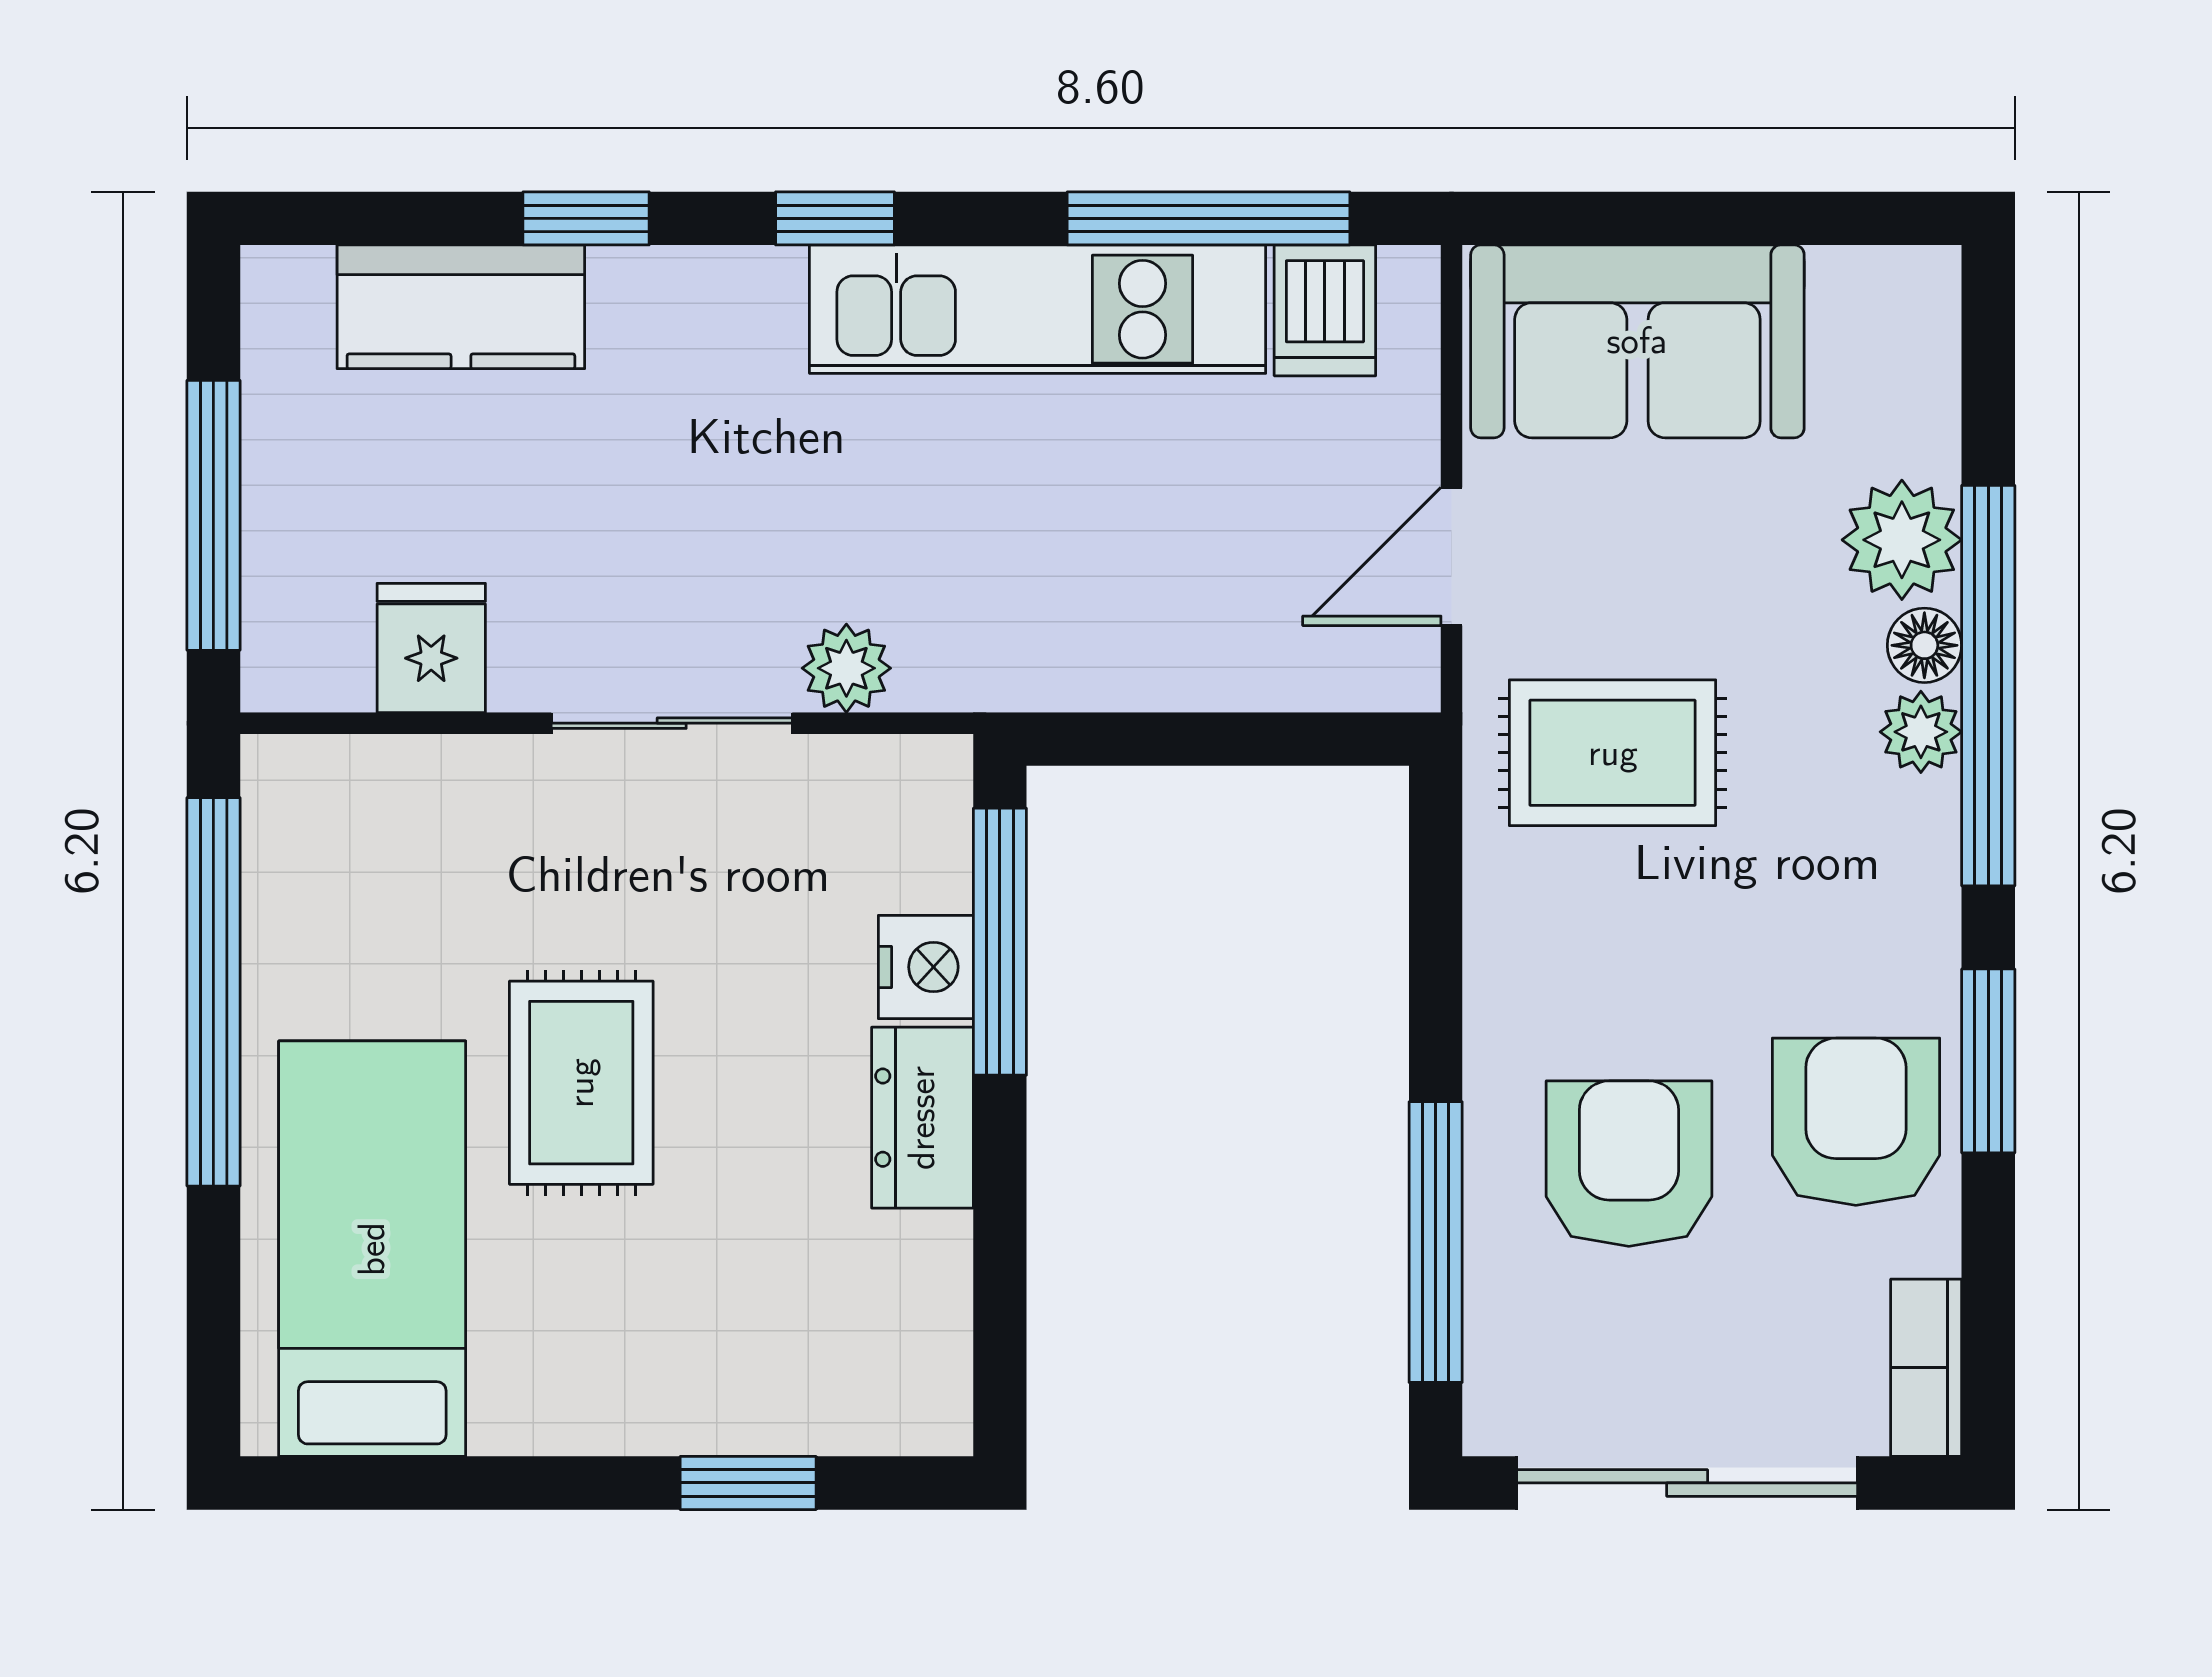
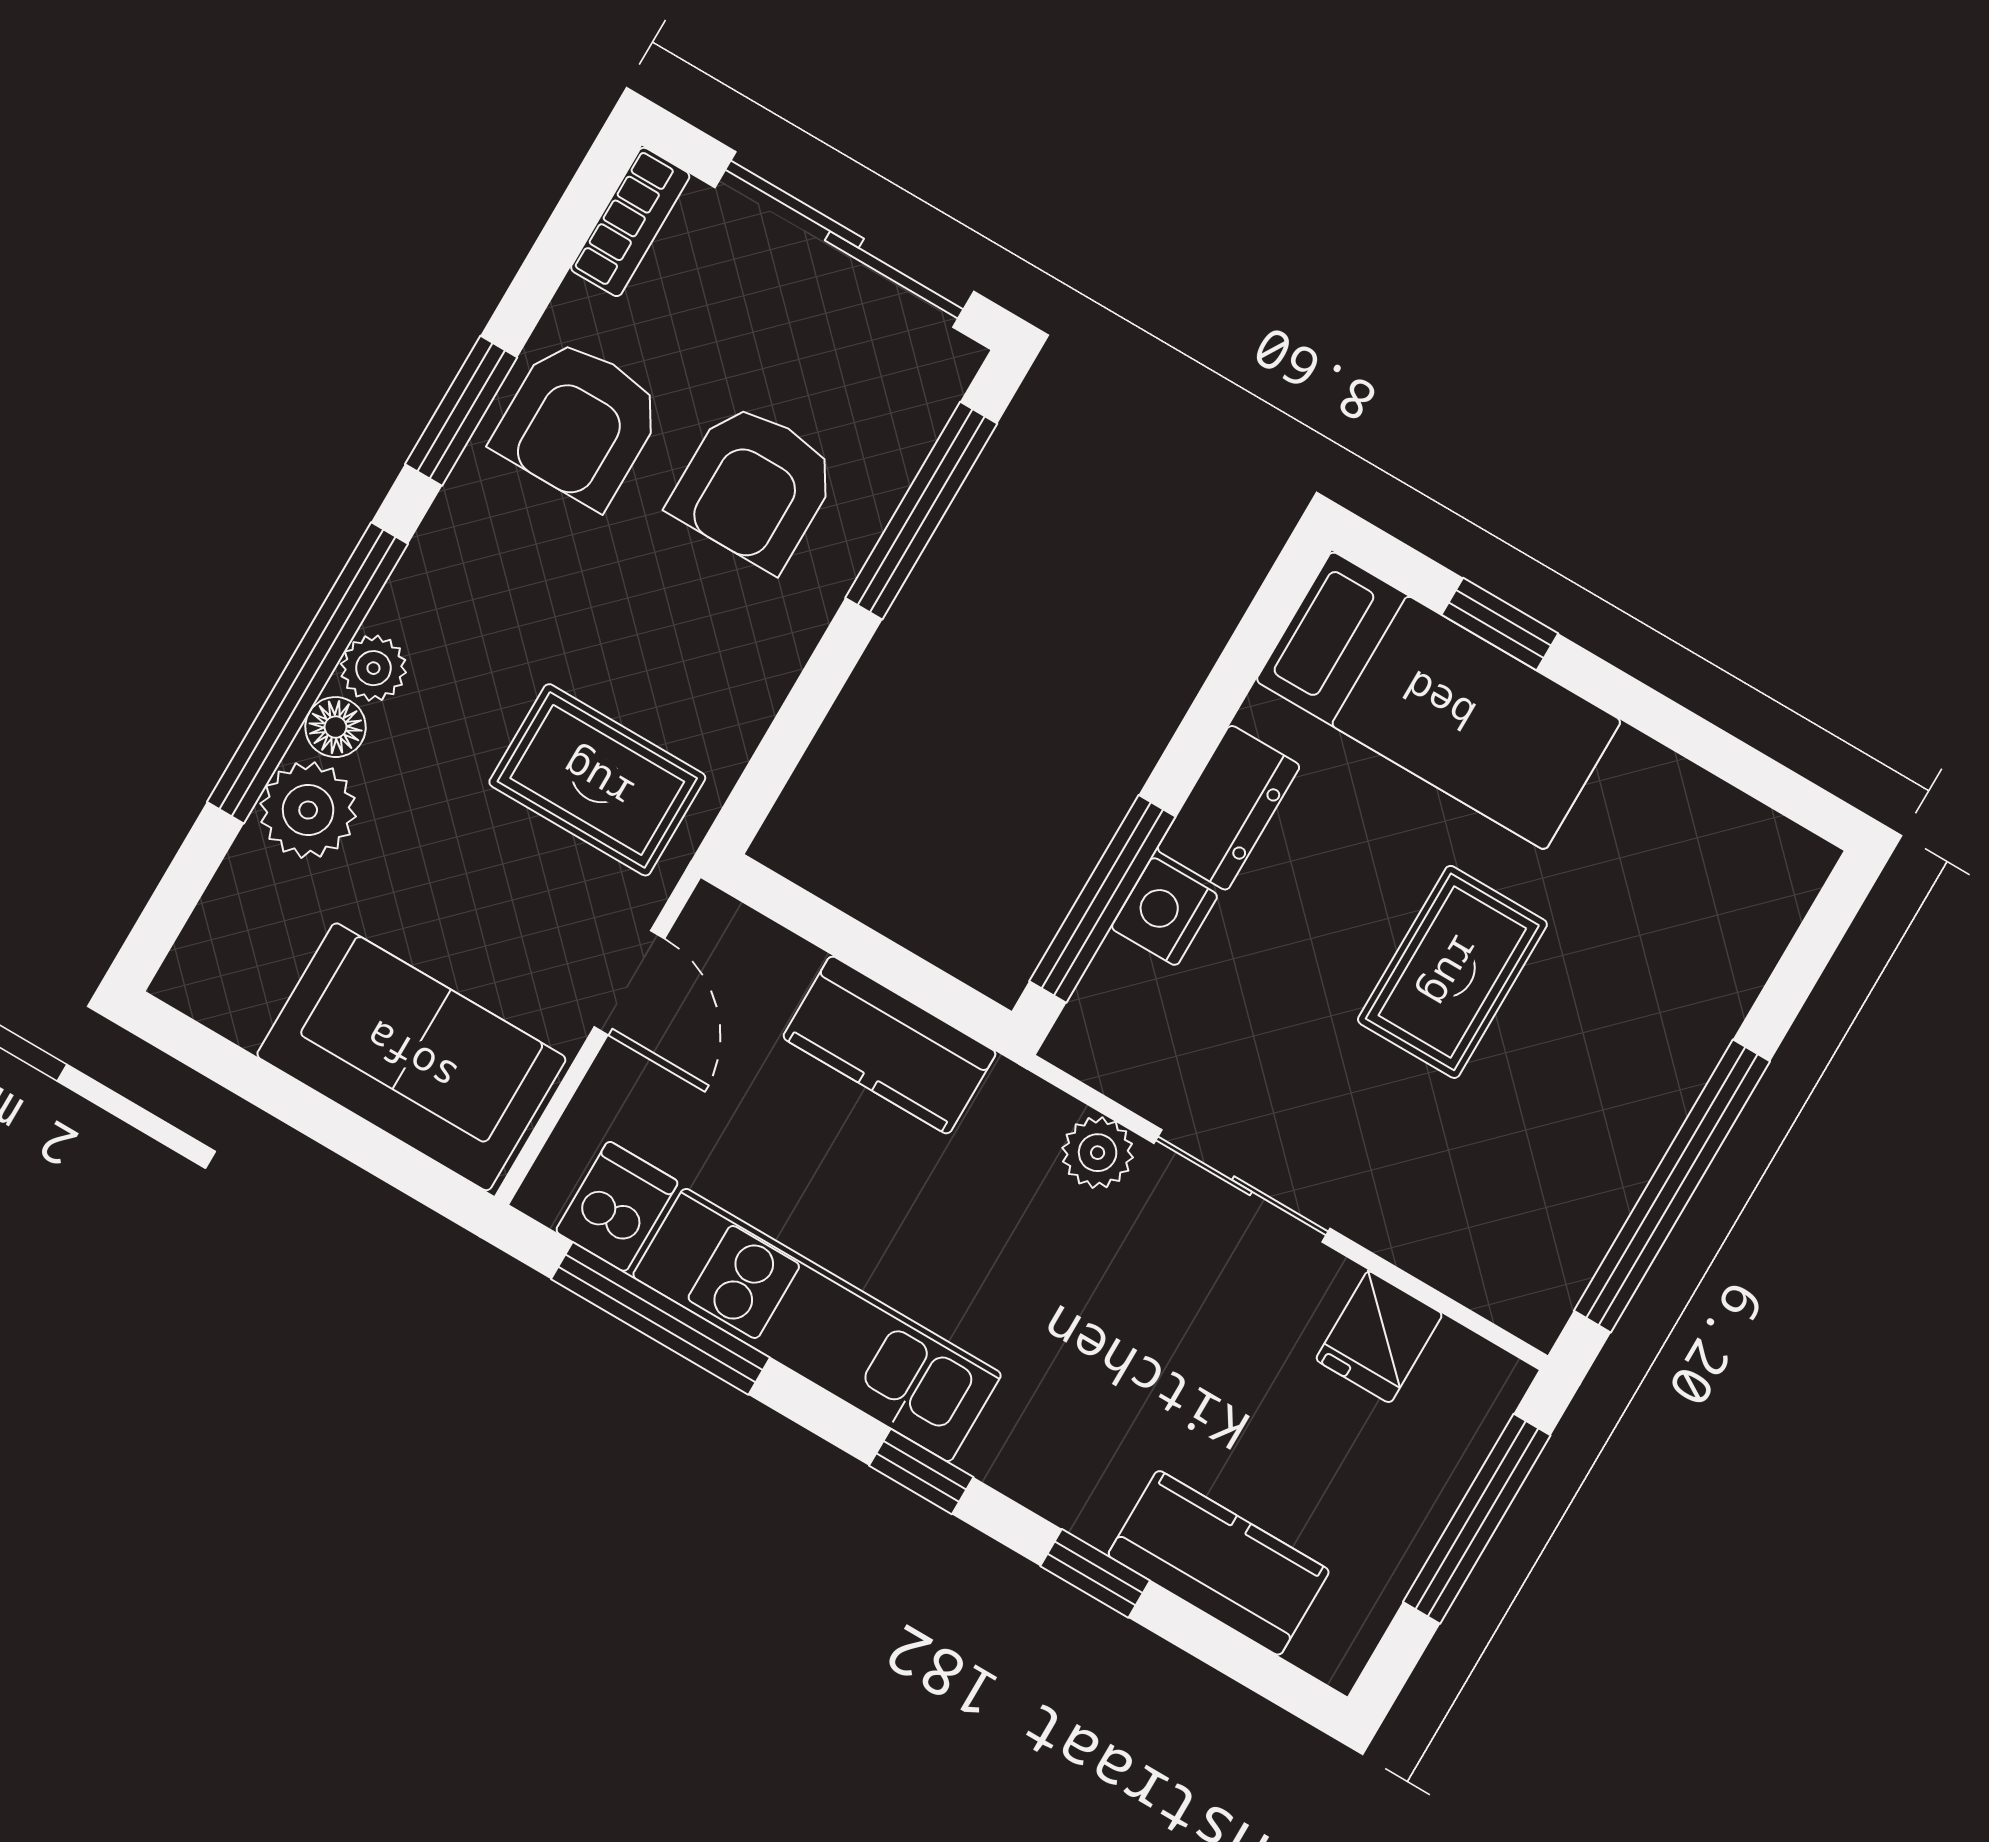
door: (1452, 557) -> (629, 983), hinge flipped
kitchen counter: (1135, 653) -> (889, 1045), added
bed: (372, 1249) -> (1439, 701), moved, turned -90

